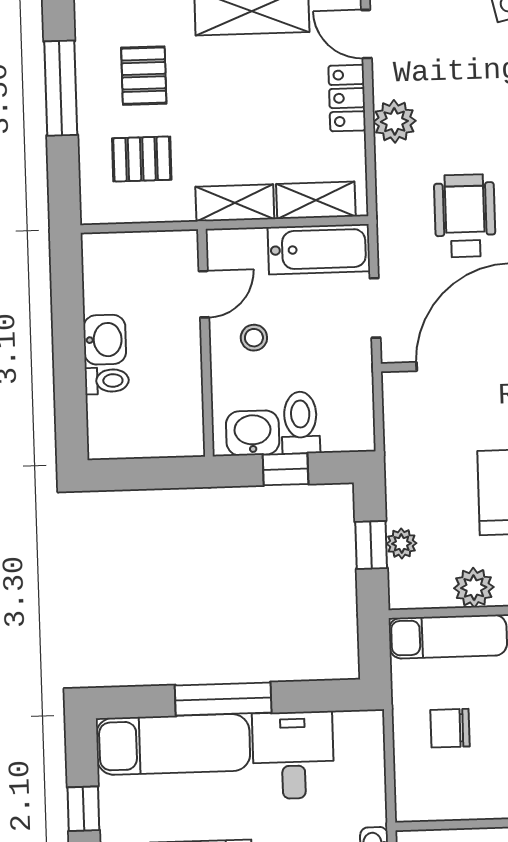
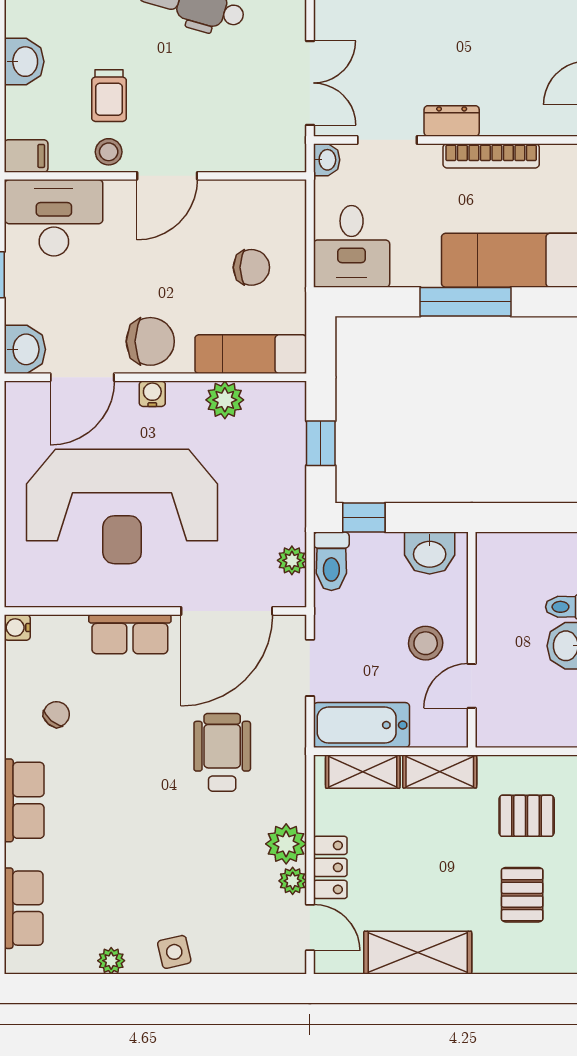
plant: (386, 83) -> (293, 881), added
wheelchair: (465, 216) -> (222, 752), turned 180
stool: (254, 338) -> (426, 643), width x1.37, depth x1.37
toilet: (300, 423) -> (331, 561), moved
window: (285, 469) -> (364, 518), moved
plant: (401, 543) -> (292, 560), moved
desk: (293, 755) -> (352, 246), moved

